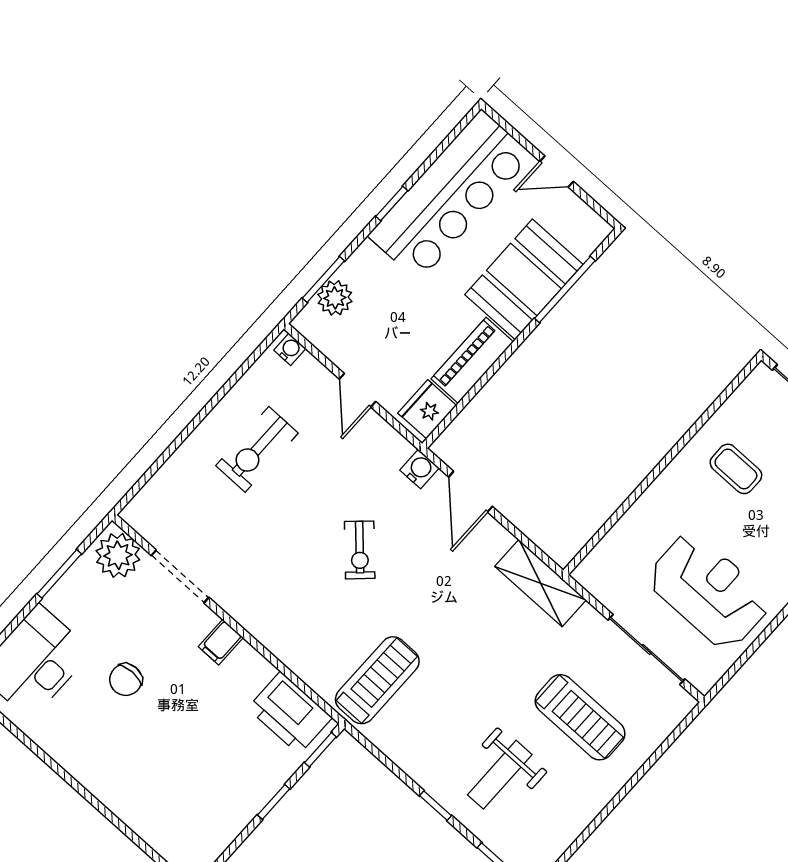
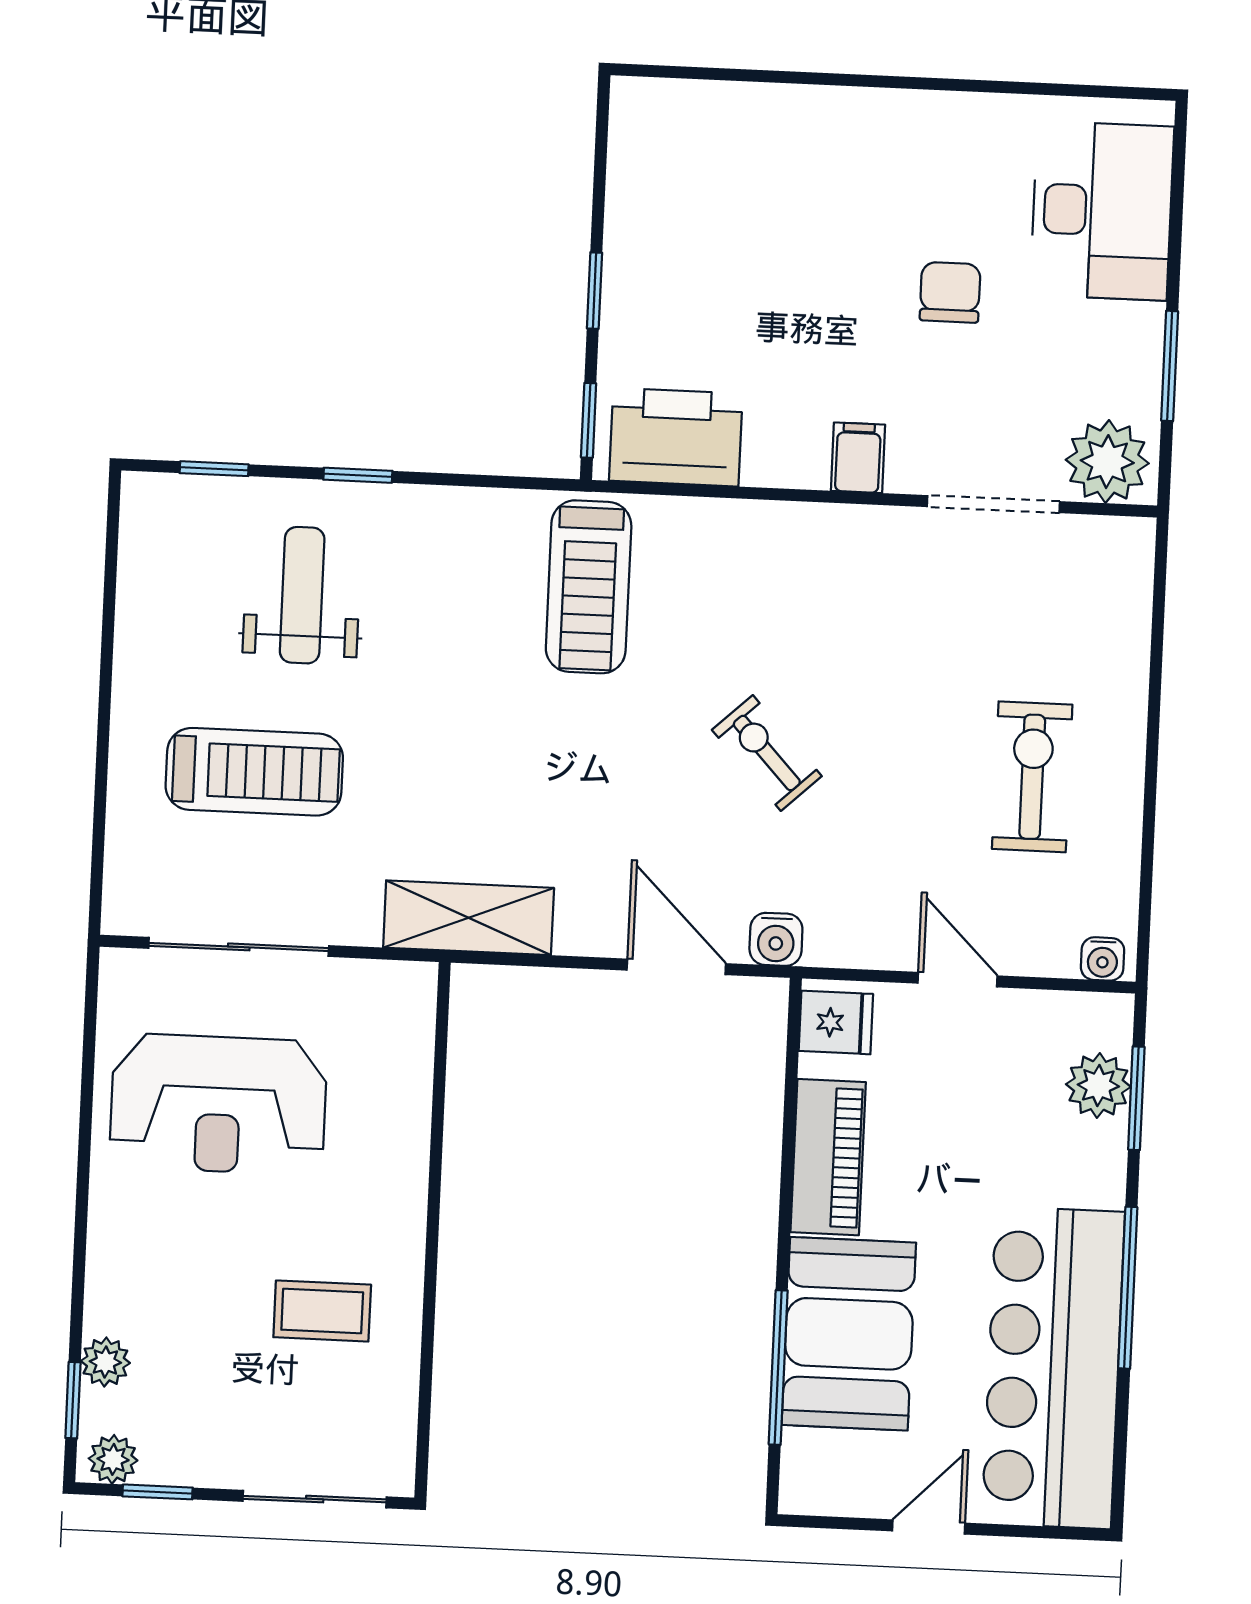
window: (392, 203) -> (1128, 1288), width x2.17
fridge: (427, 409) -> (836, 1022), width x0.72
treadmill: (580, 717) -> (254, 772), turned 180

